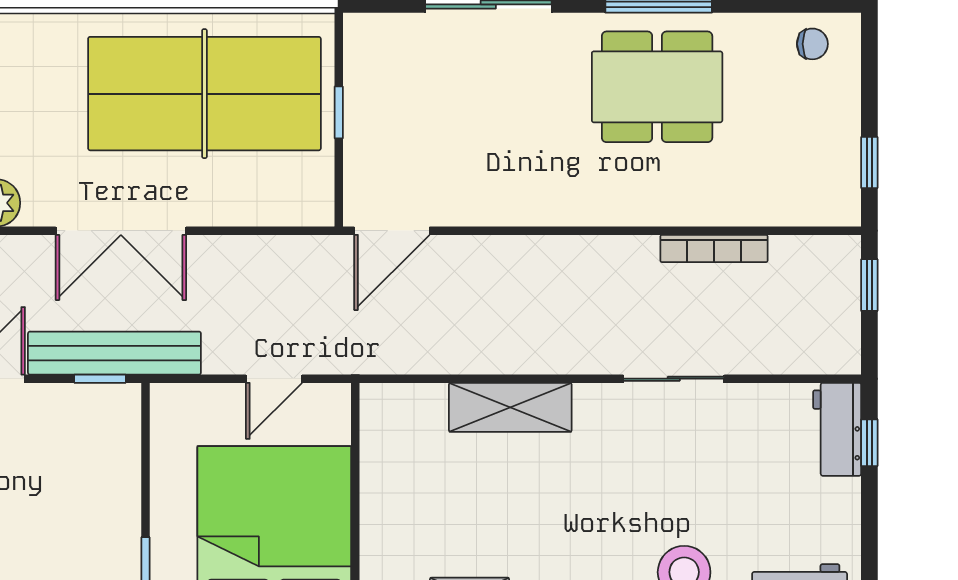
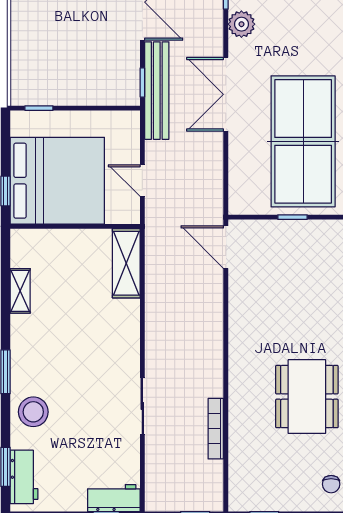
shelving: (510, 407) -> (126, 263), moved

